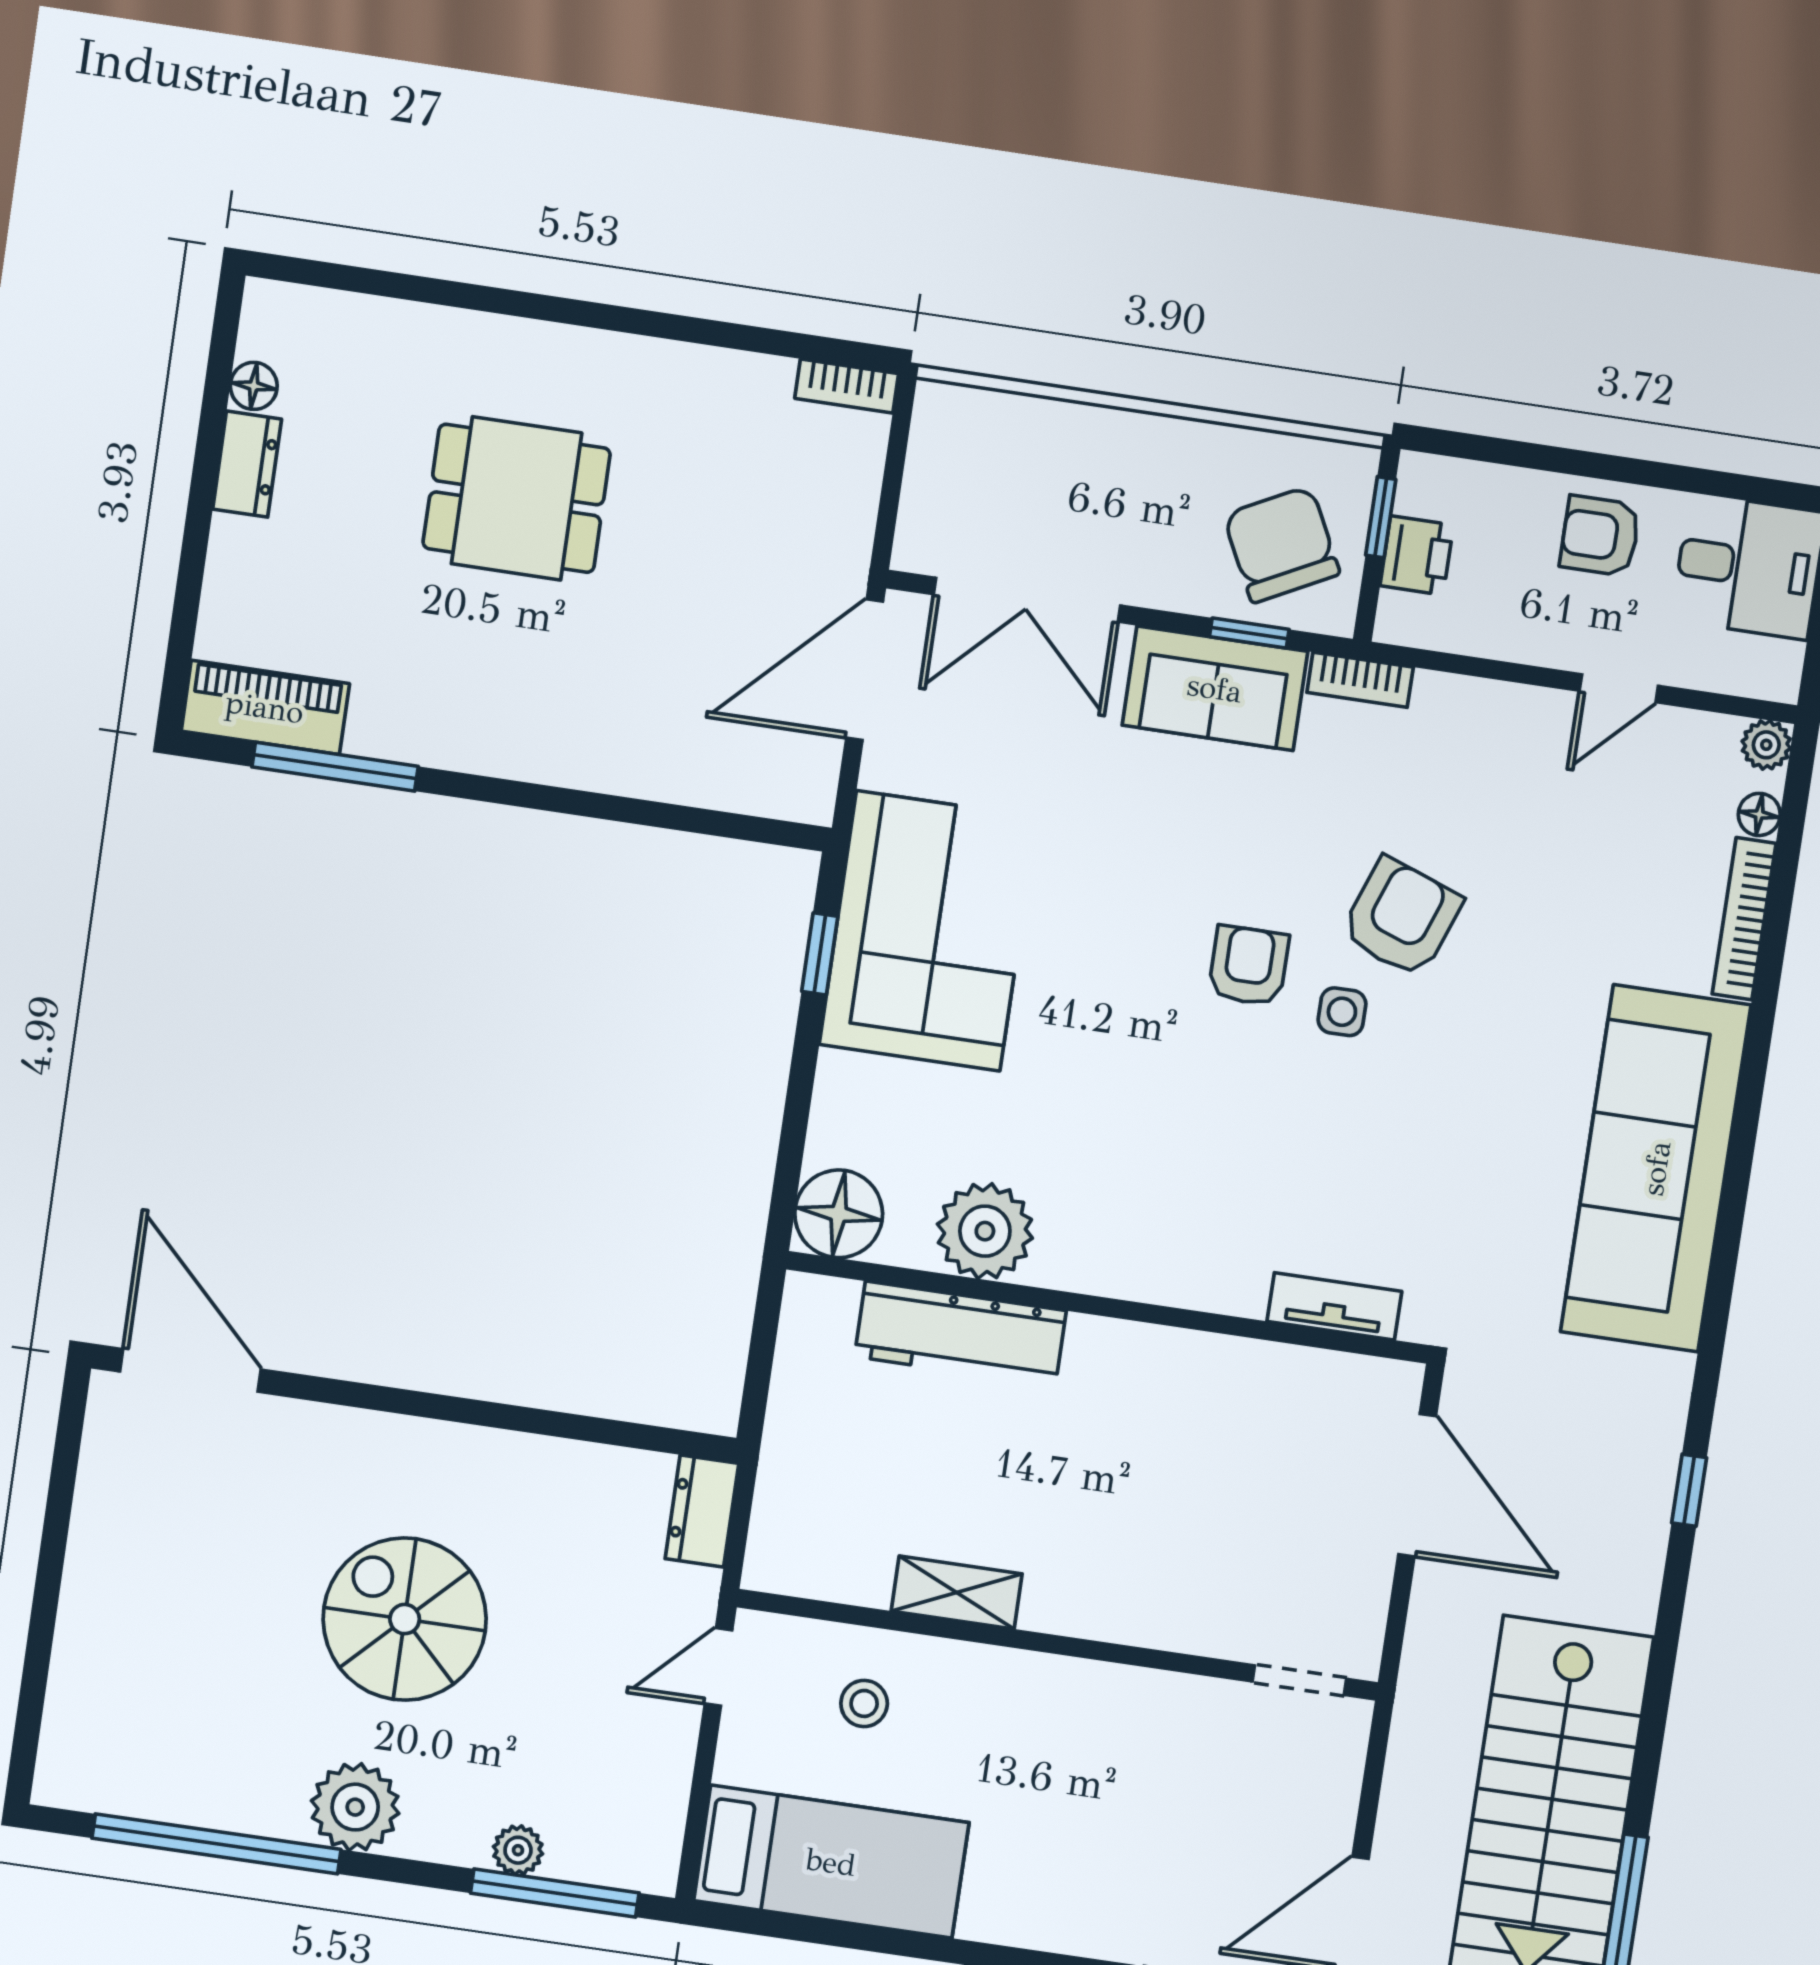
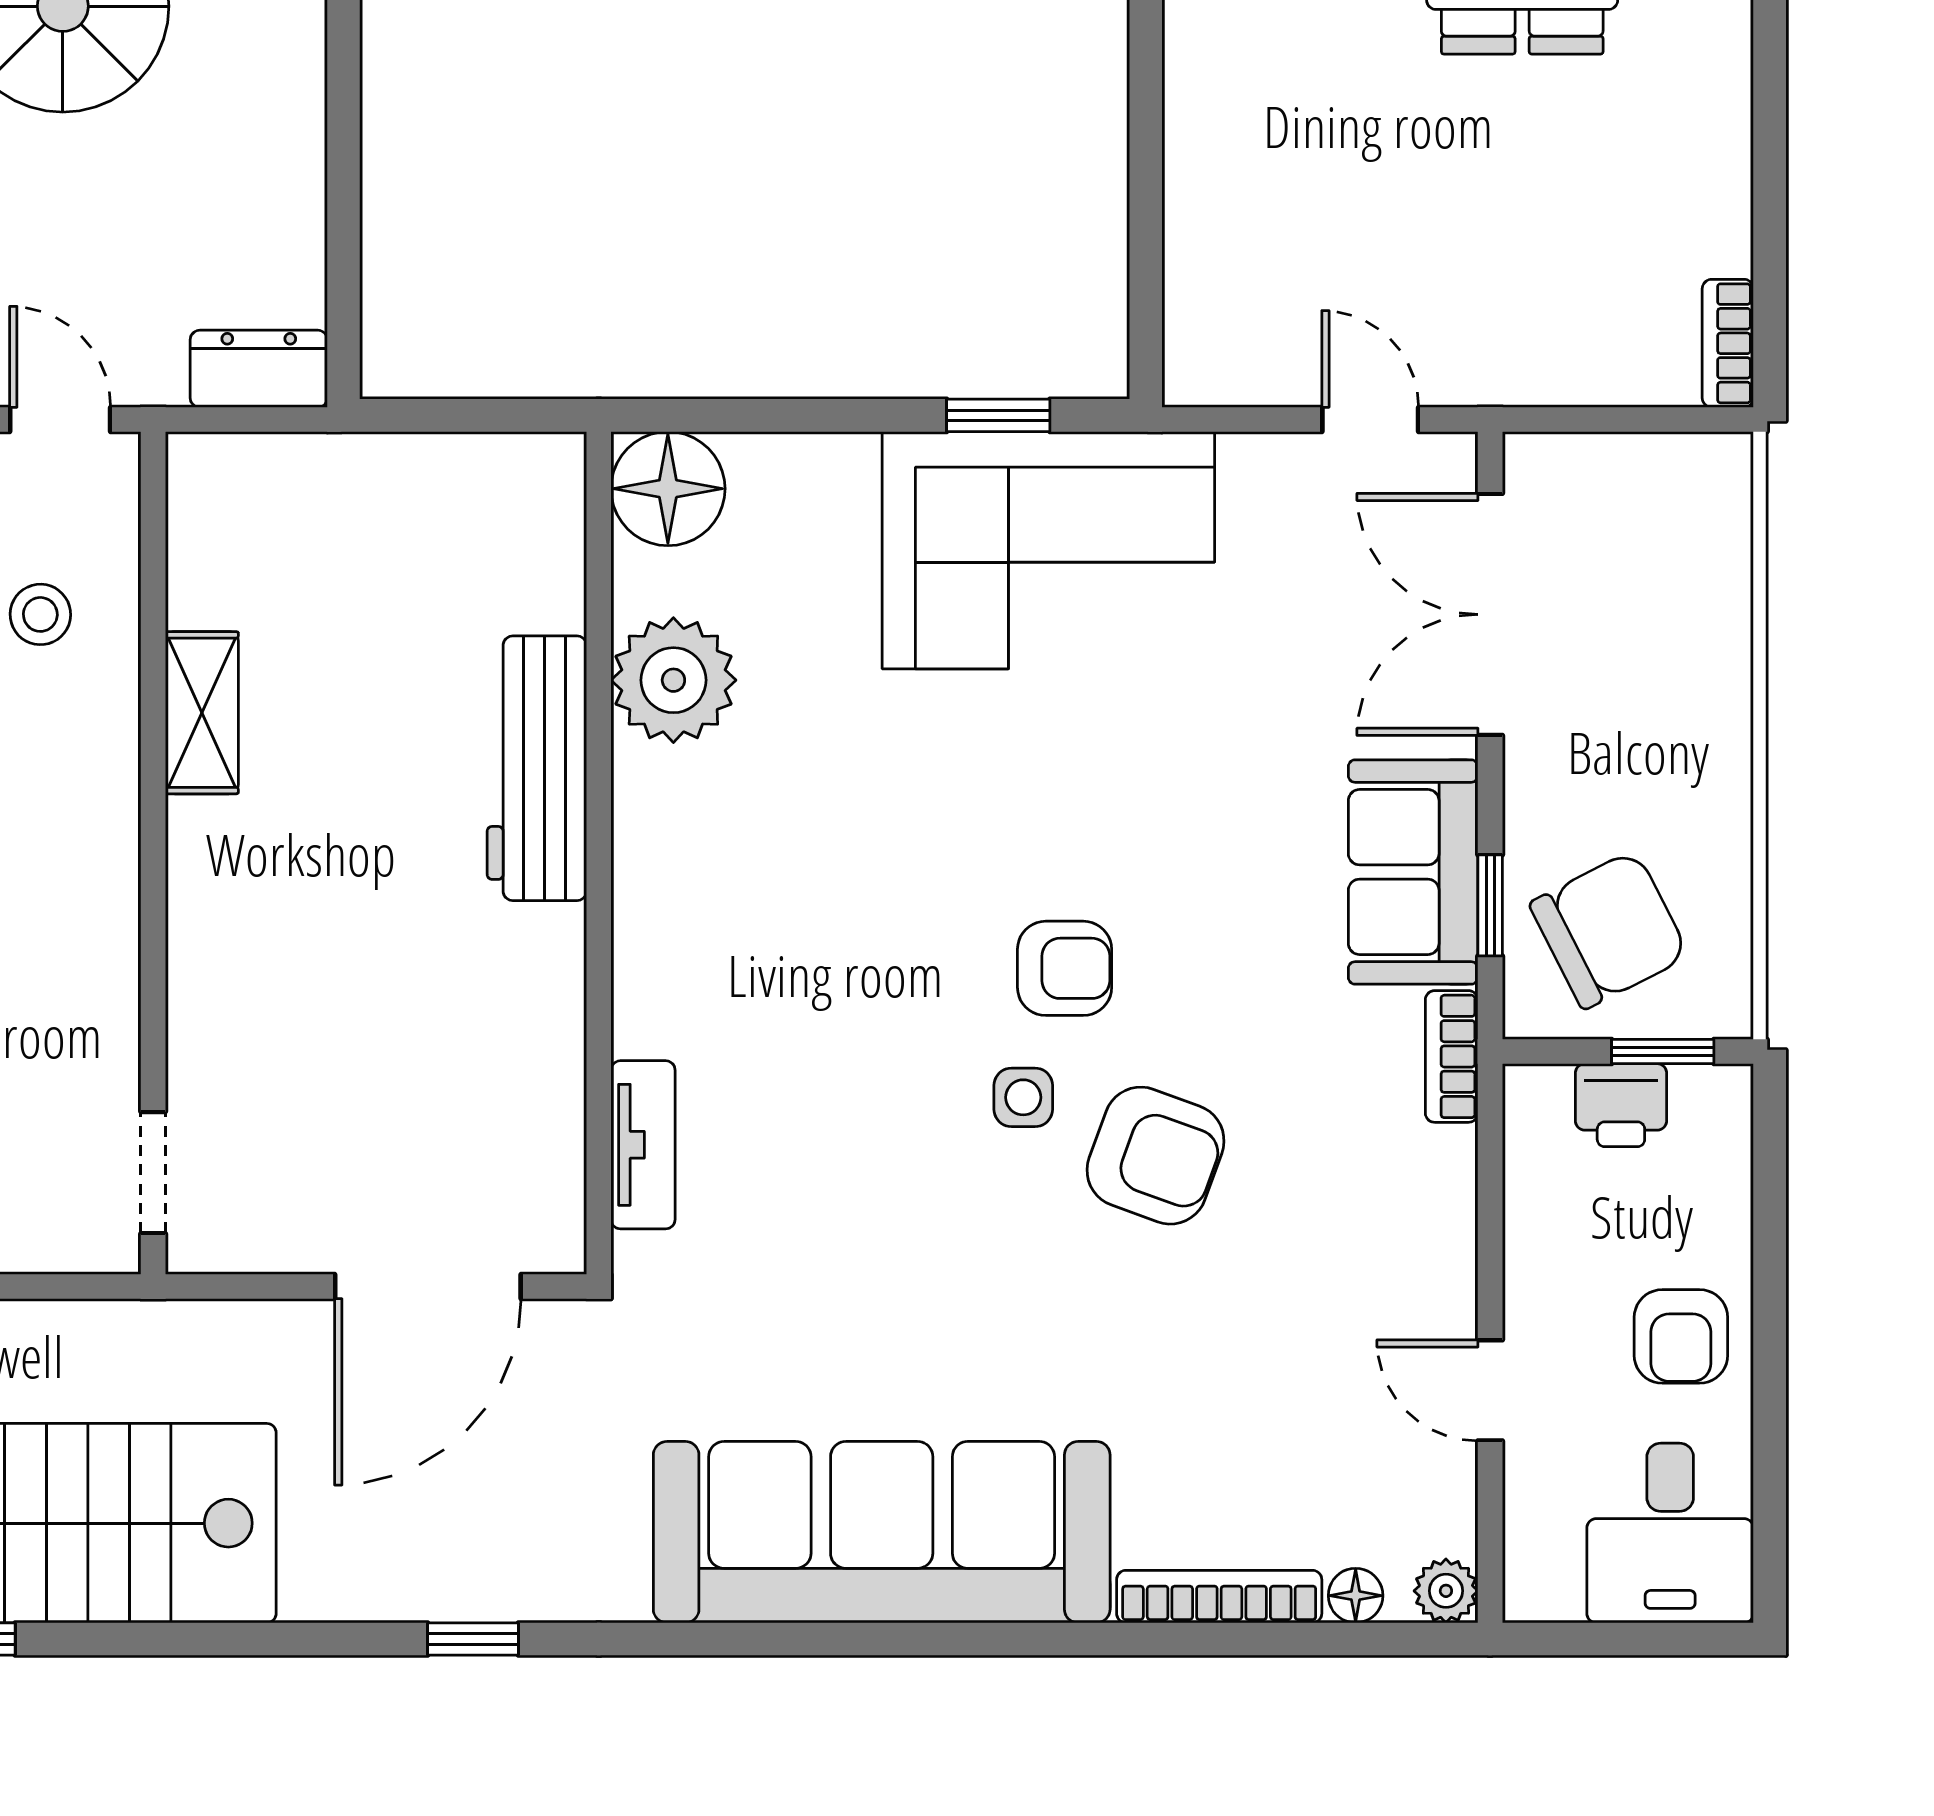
armchair: (1600, 536) -> (1681, 1336), turned 180
door: (865, 670) -> (1370, 420), width x0.53
workbench: (960, 1334) -> (537, 768), moved

